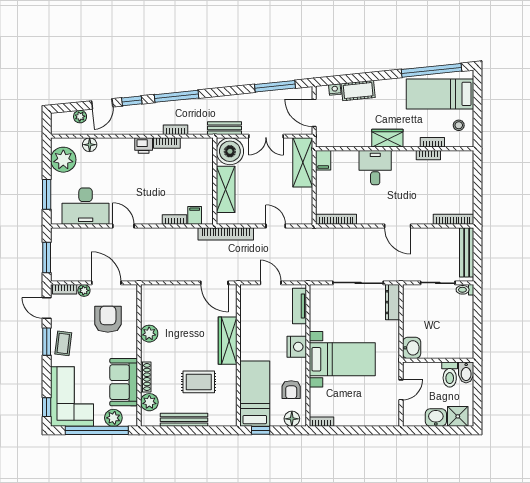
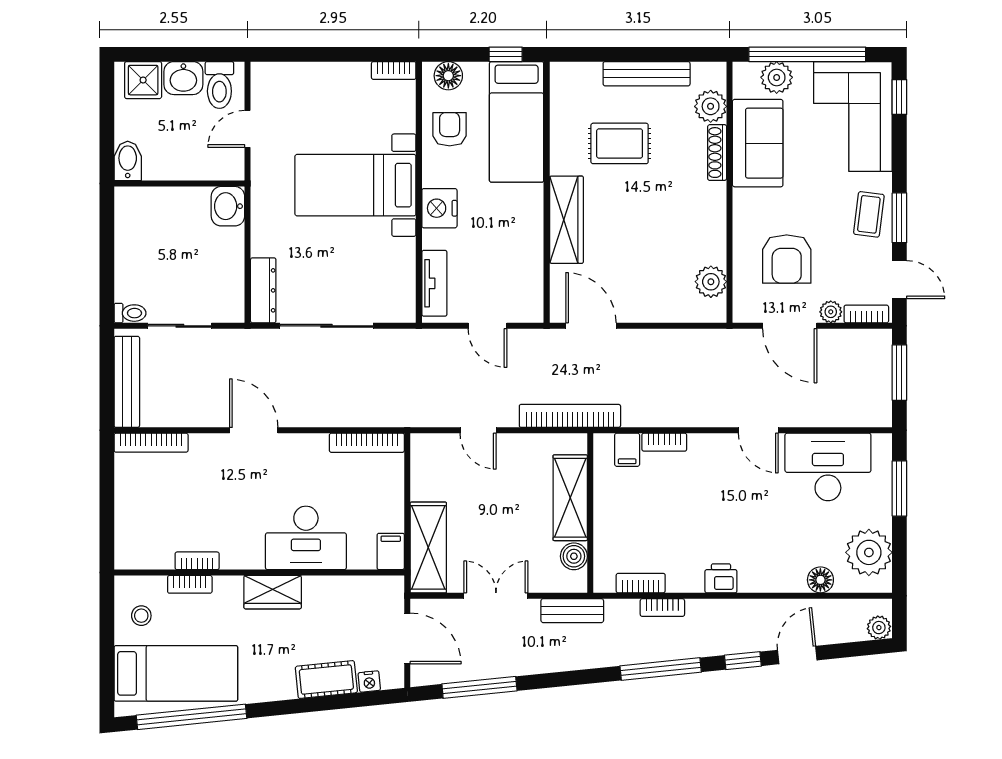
plant: (80, 117) -> (879, 628), moved
bookcase: (167, 143) -> (641, 583), moved
boiler: (230, 151) -> (574, 556), width x0.54, depth x0.54
desk: (375, 168) -> (306, 538), width x1.37
plant: (149, 334) -> (711, 282), moved
toilet: (450, 374) -> (219, 85), moved, turned 180

